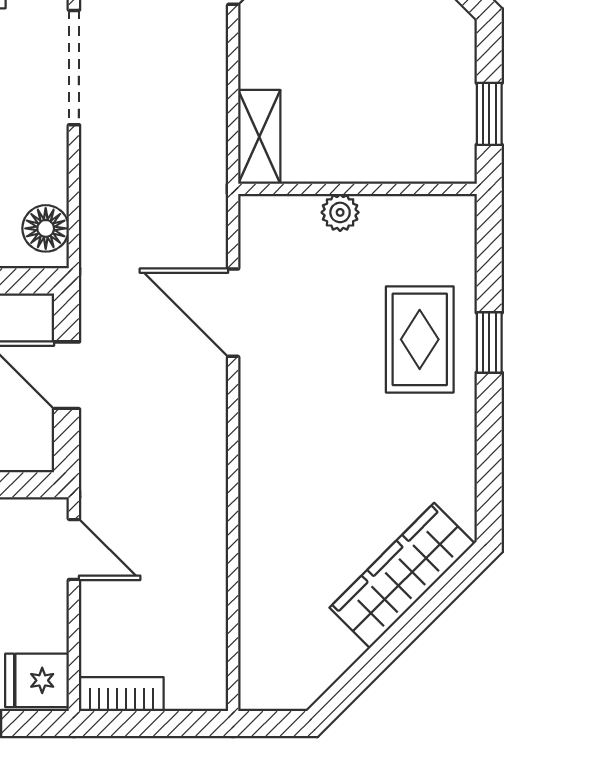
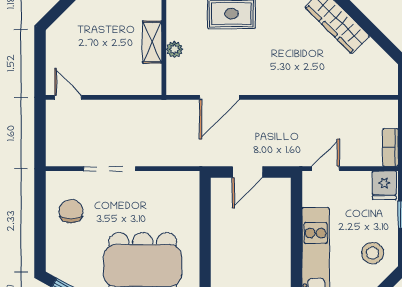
shelving: (259, 137) -> (152, 42), moved, turned 90
floor lamp: (46, 228) -> (182, 181), removed

